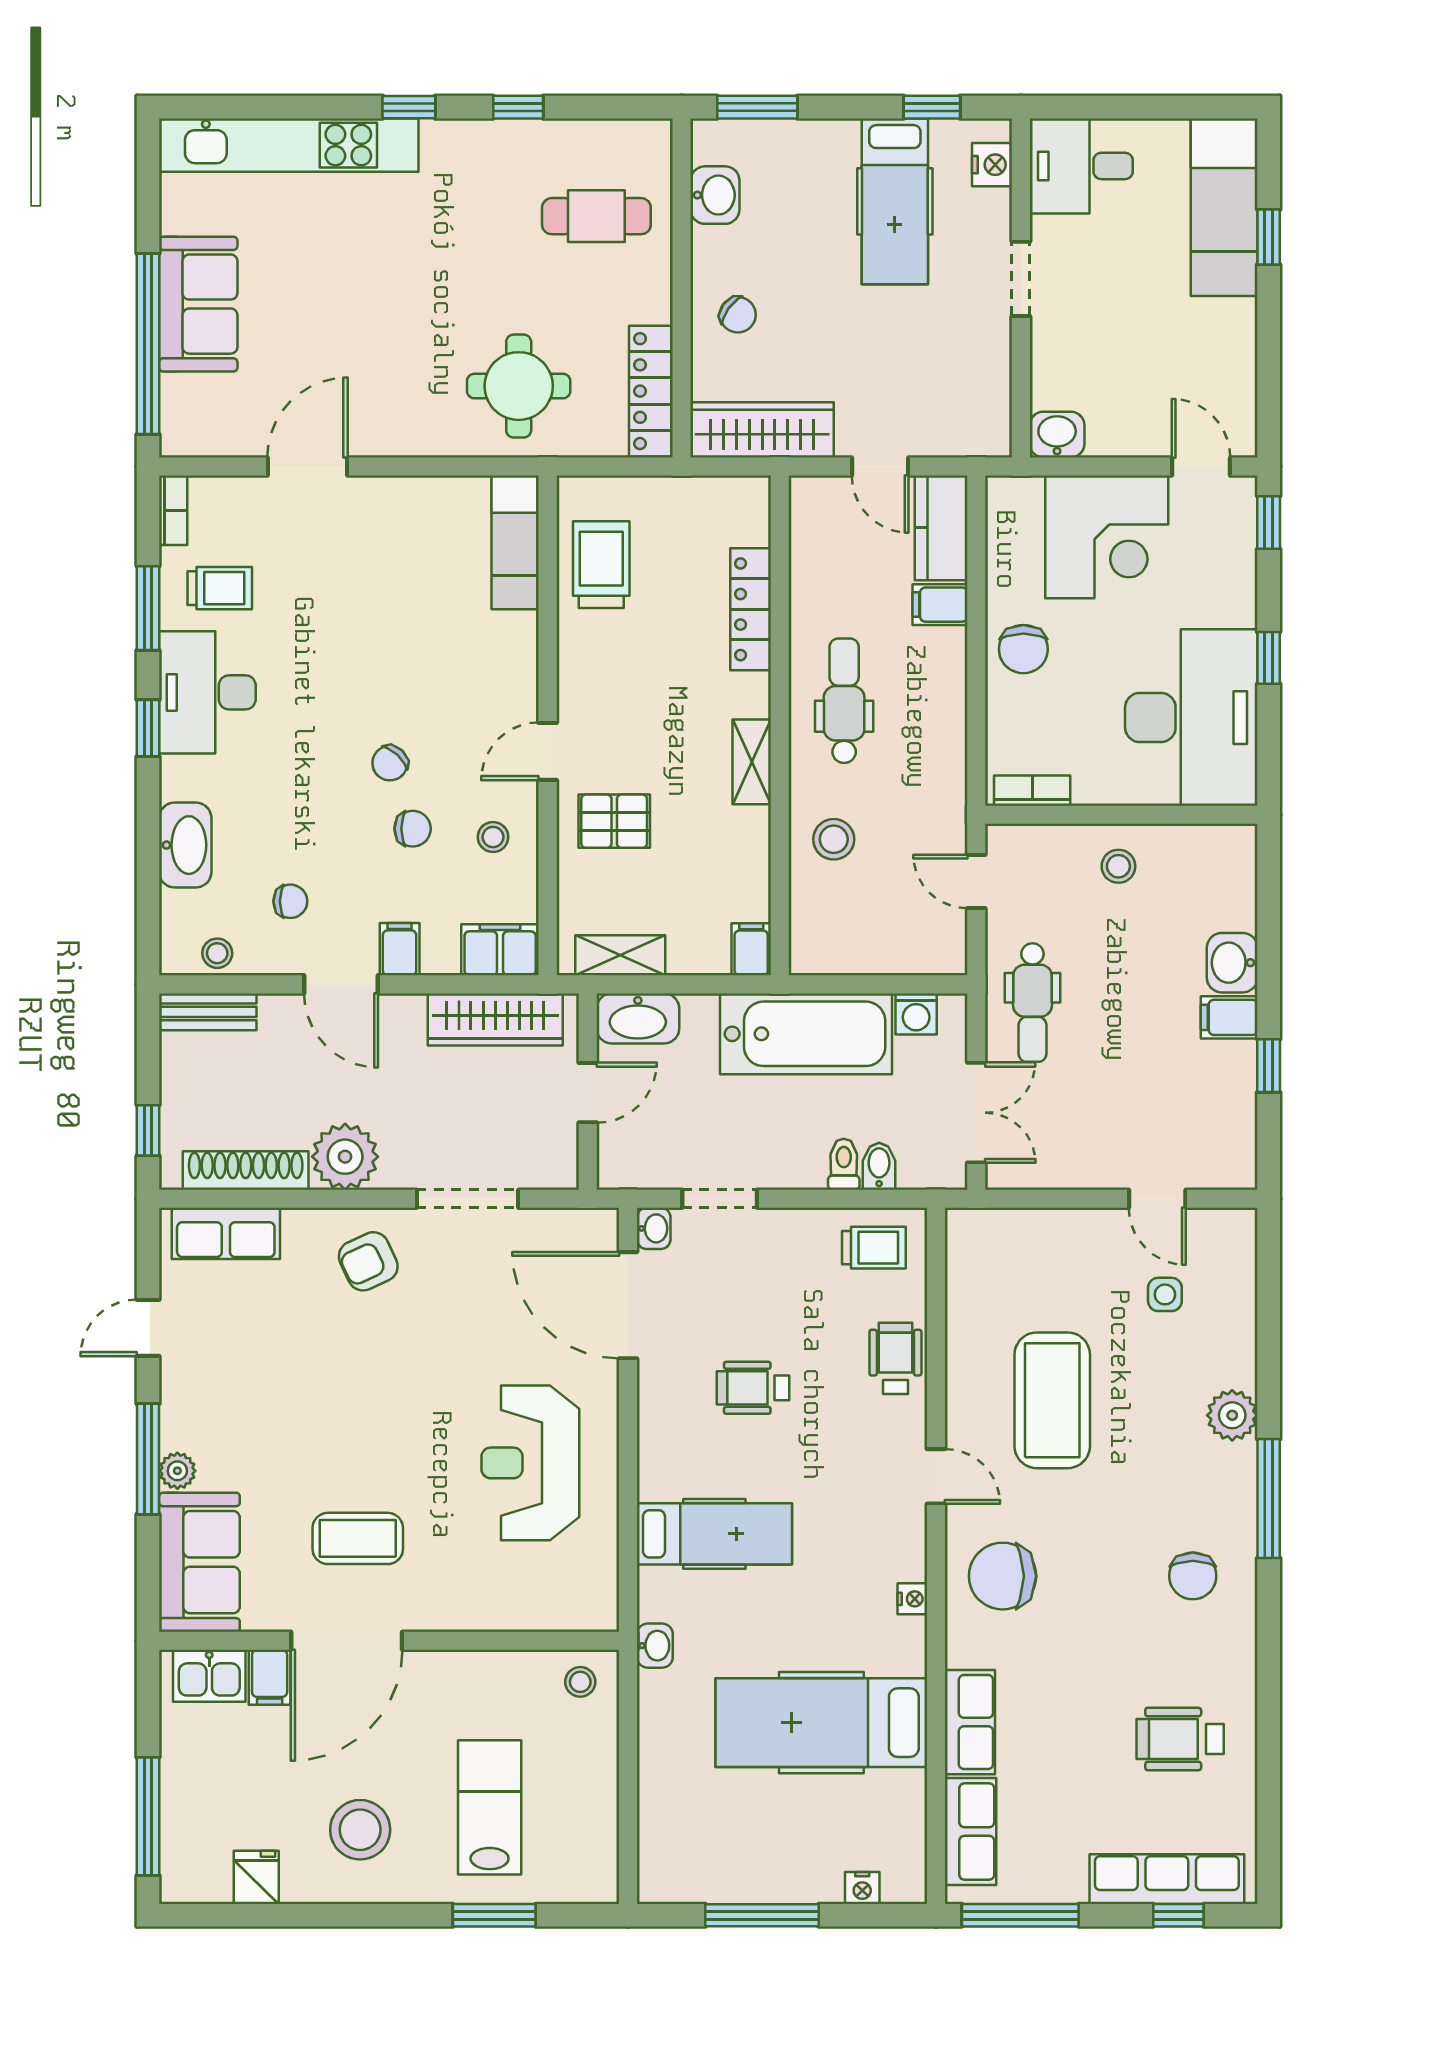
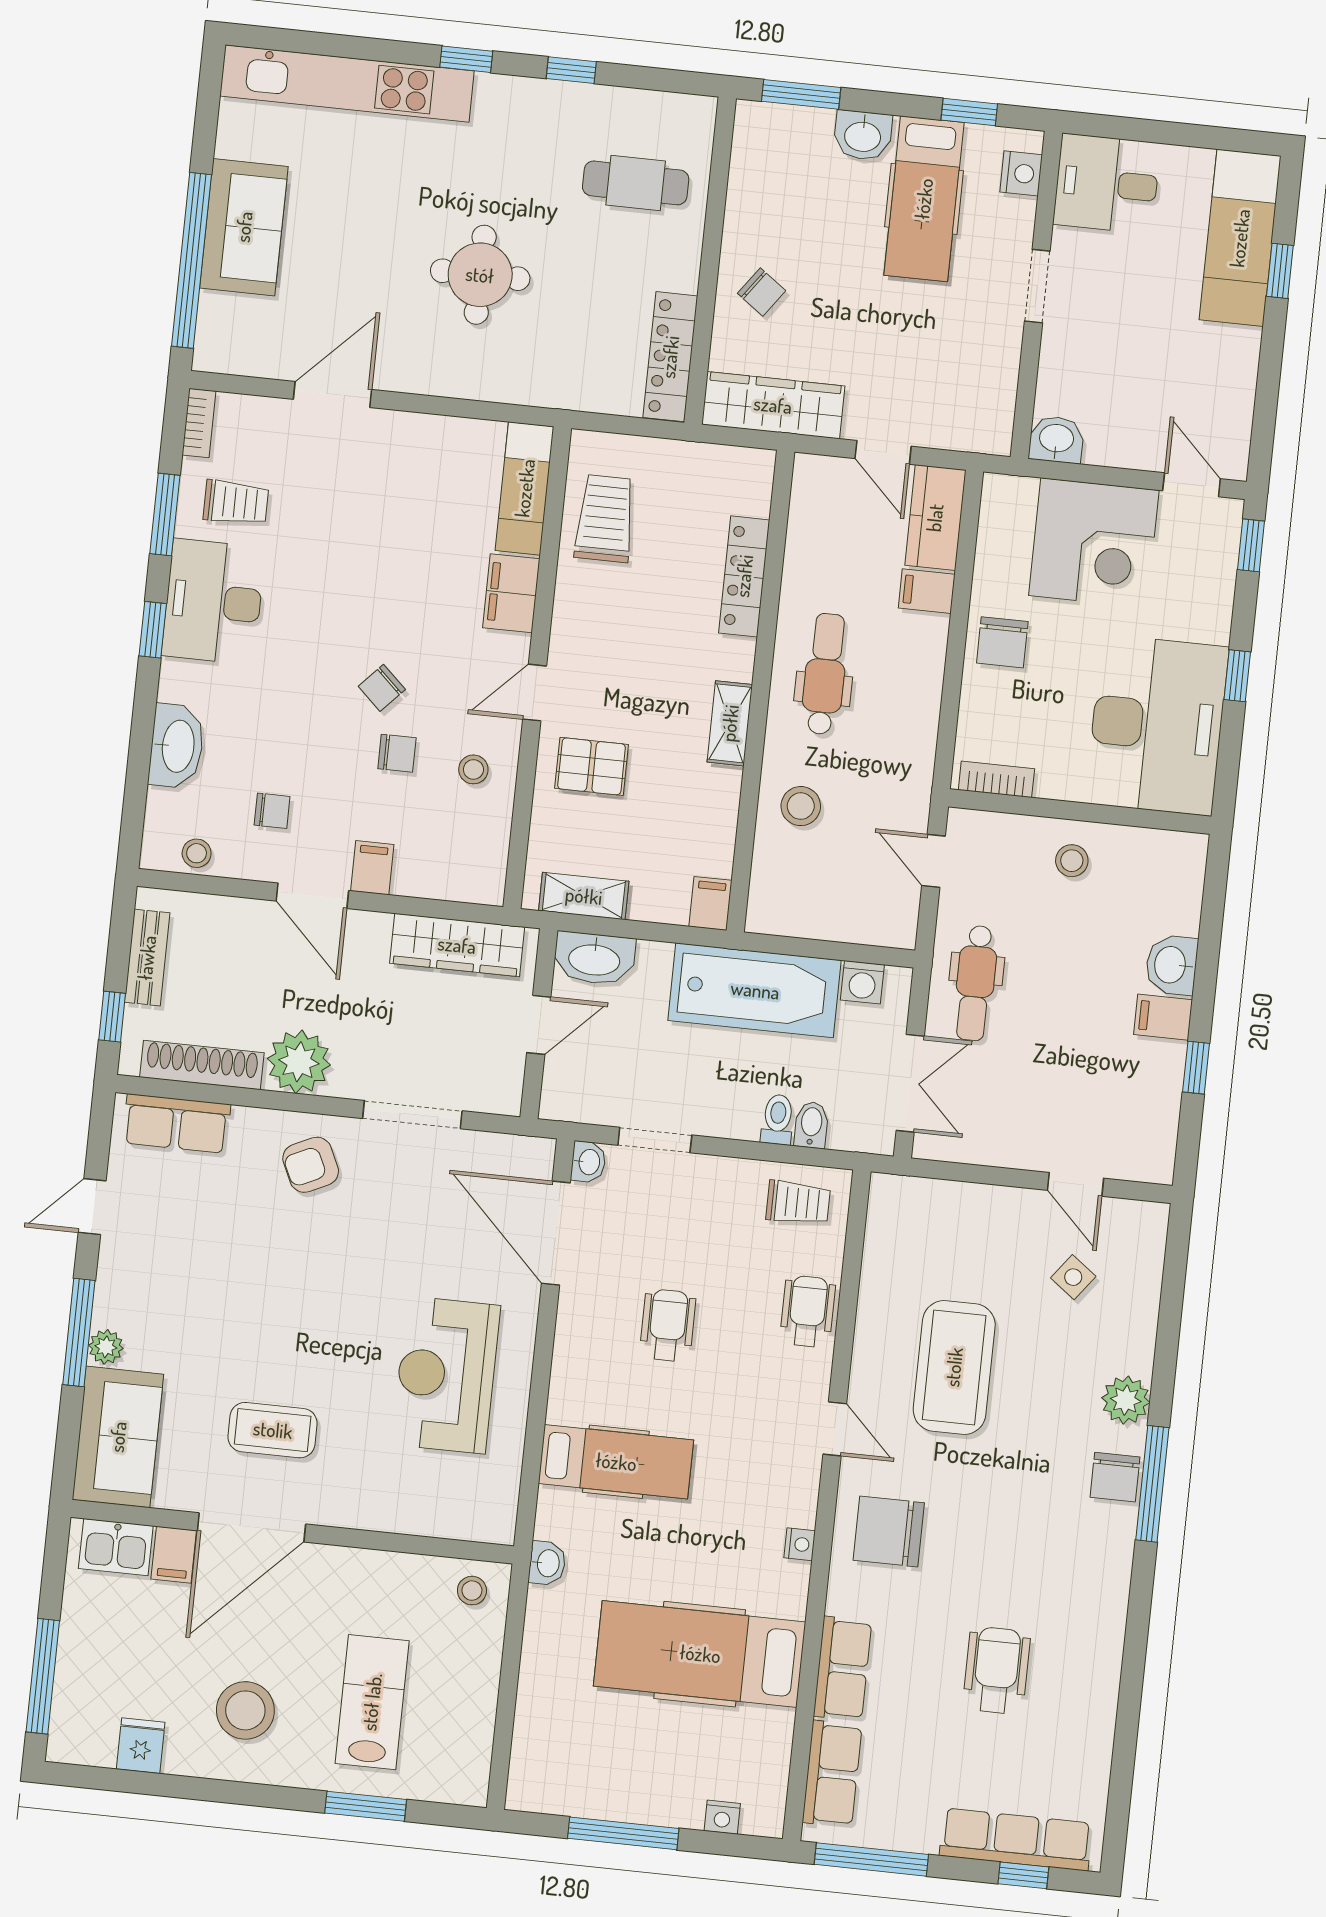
washbasin: (715, 195) -> (863, 135), moved, turned 90
round table: (519, 386) -> (480, 275), moved
filing cabinet: (500, 950) -> (511, 593), moved, turned -90
bench: (208, 1012) -> (147, 958), moved, turned 90
side table: (1165, 1294) -> (1073, 1277), turned 37
wheelchair: (753, 1388) -> (668, 1325), turned 90
chair: (1193, 1576) -> (1115, 1477), moved
wheelchair: (1180, 1739) -> (996, 1670), moved, turned 90

